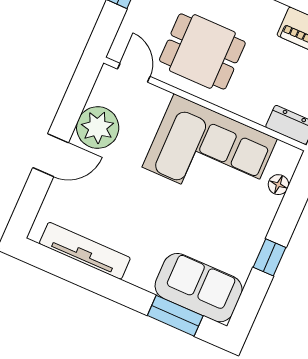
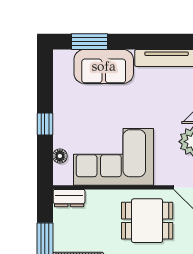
window: (269, 257) -> (45, 124), moved
sofa: (199, 288) -> (104, 66), moved

